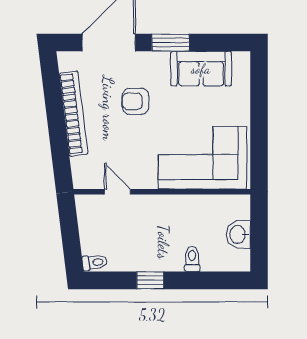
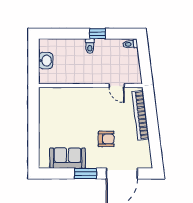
bookcase: (74, 114) -> (141, 115), moved
corner sofa: (203, 158) -> (67, 106), removed
toilet: (192, 259) -> (90, 46), moved

